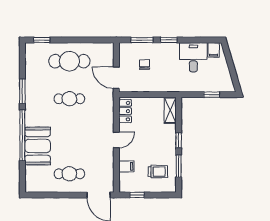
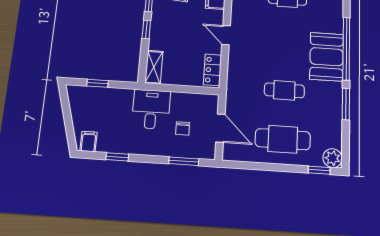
window: (169, 40) -> (117, 157), moved
plant: (32, 50) -> (333, 158), added
desk: (193, 57) -> (151, 109), moved, turned 180
door: (116, 78) -> (220, 128), moved
door: (116, 140) -> (226, 35), hinge flipped
booth: (38, 146) -> (327, 57), moved

